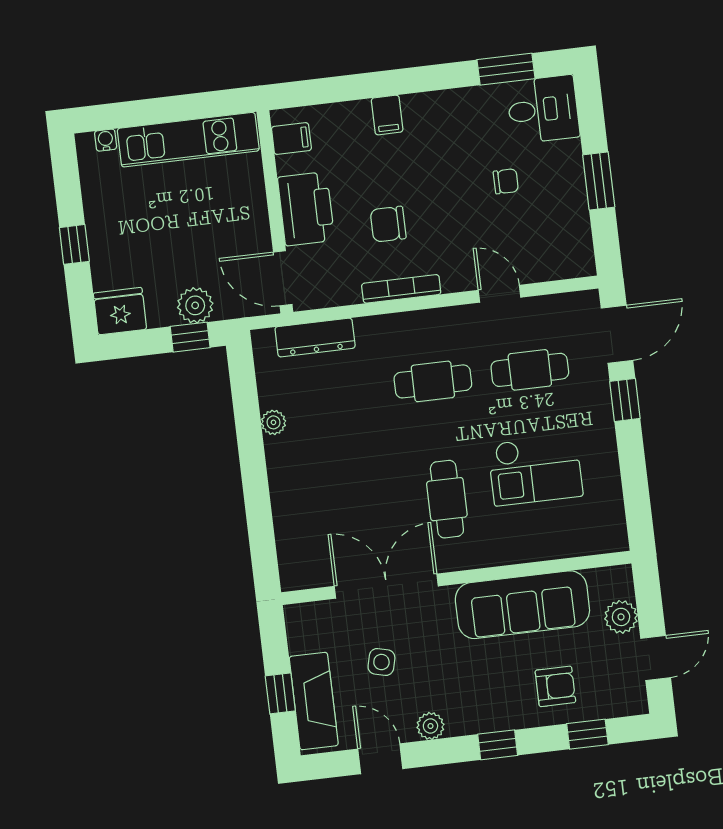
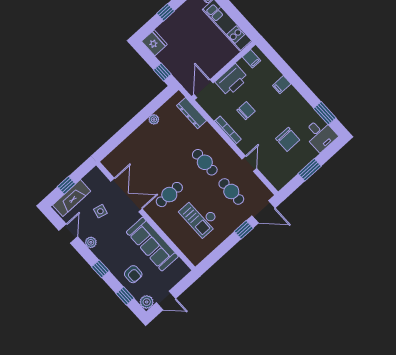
chair: (506, 181) -> (288, 139), width x1.87, depth x1.87
chair: (388, 224) -> (246, 111), turned 90
plant: (195, 305) -> (174, 66), removed
plant: (621, 617) -> (147, 302), moved

